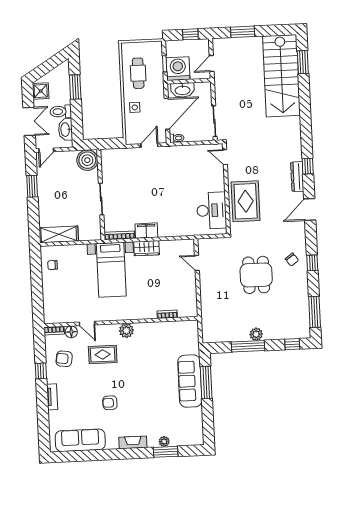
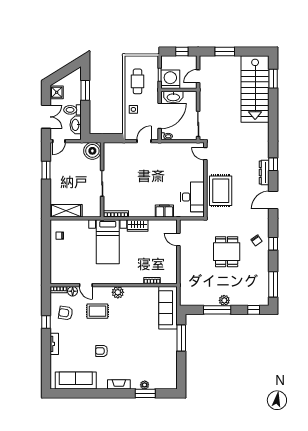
filing cabinet: (146, 231) -> (164, 211), moved
sofa: (190, 381) -> (168, 308), moved

